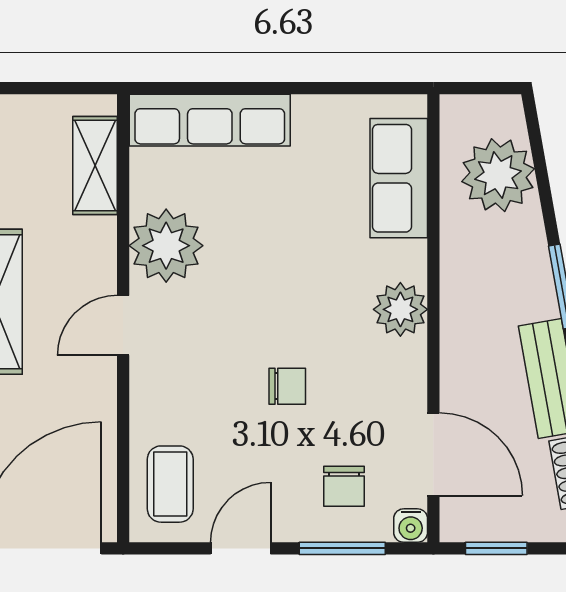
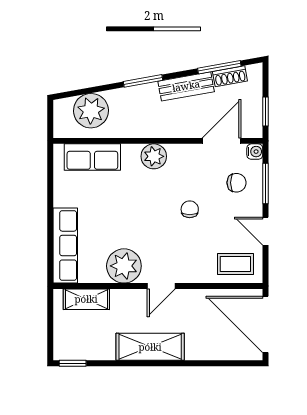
door: (123, 325) -> (161, 286), hinge flipped

